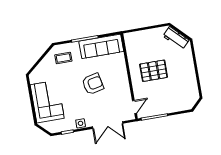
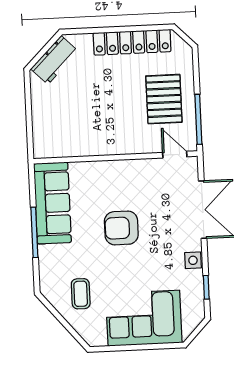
coffee table: (63, 58) -> (81, 294), moved
pallet: (154, 71) -> (164, 99), moved
locker: (190, 77) -> (132, 42), added
armchair: (93, 84) -> (121, 228), turned -78

